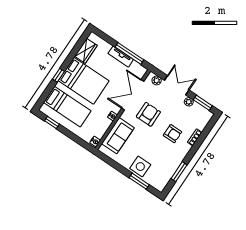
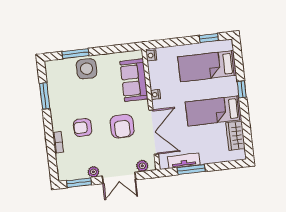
window: (129, 53) -> (191, 169), width x0.69
tv unit: (121, 57) -> (184, 161), moved
bed: (84, 81) -> (214, 111), width x0.67

